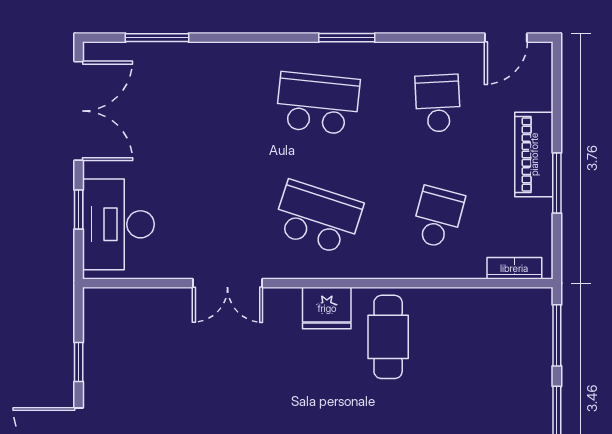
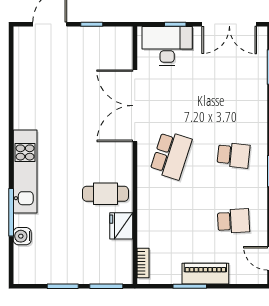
school desk: (318, 103) -> (233, 155), width x0.54
school desk: (438, 217) -> (171, 221), removed
double door: (227, 283) -> (135, 106), width x1.87
fridge: (327, 308) -> (121, 226), moved

